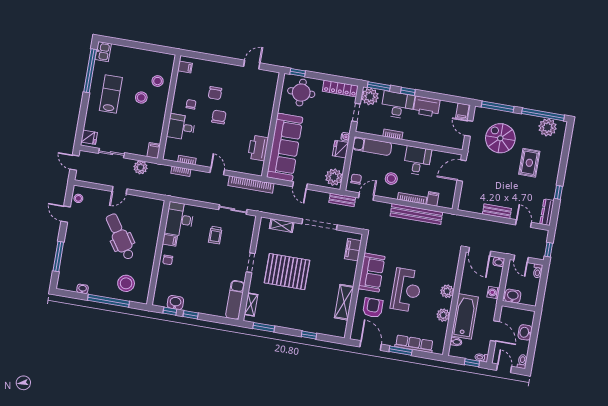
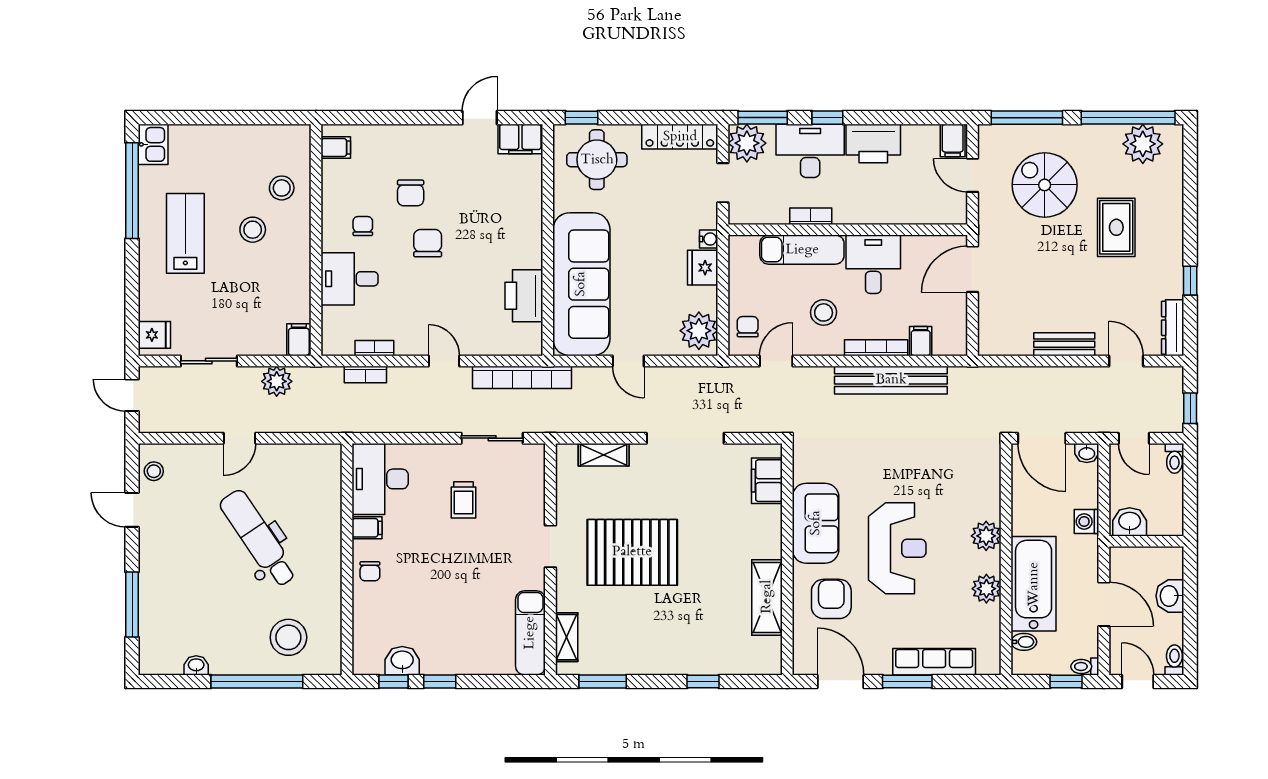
filing cabinet: (268, 77) -> (520, 139), added
exam couch: (372, 146) -> (802, 250), moved
bench: (342, 200) -> (725, 377), removed

